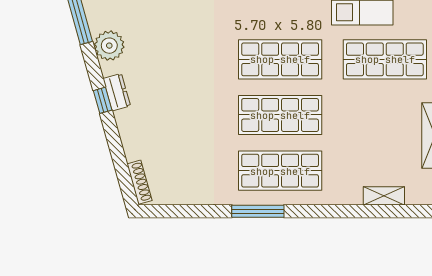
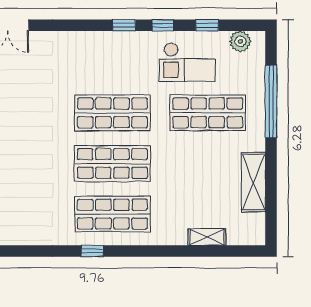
window: (258, 211) -> (92, 251), width x0.46

